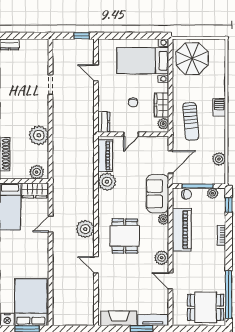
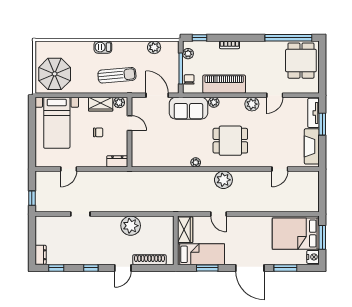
window: (82, 36) -> (32, 198), moved
door: (131, 134) -> (130, 123), moved
piano: (105, 156) -> (151, 160), removed
plant: (37, 172) -> (167, 228), removed
plant: (107, 182) -> (196, 162), moved, width x0.53, depth x0.53
door: (96, 265) -> (280, 169), moved

